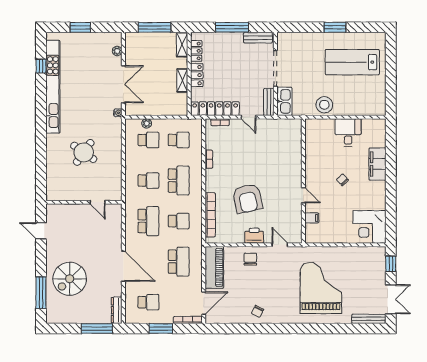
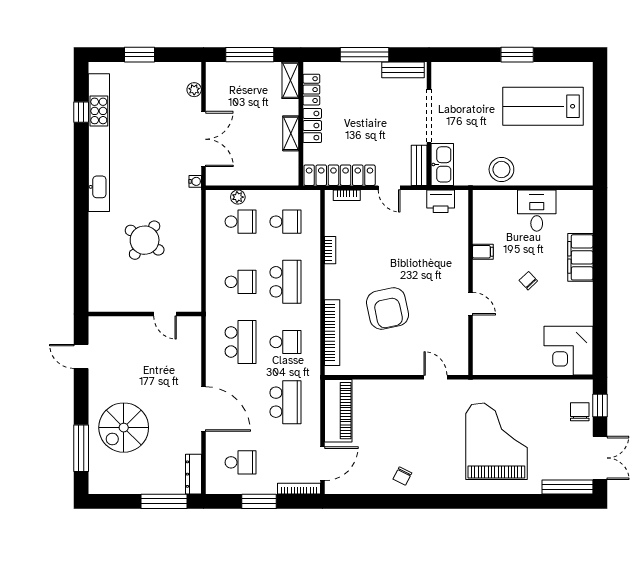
filing cabinet: (312, 218) -> (483, 252), moved
printer: (254, 236) -> (441, 201), moved, turned 180
chair: (250, 259) -> (580, 412), moved

